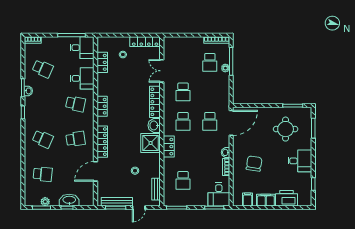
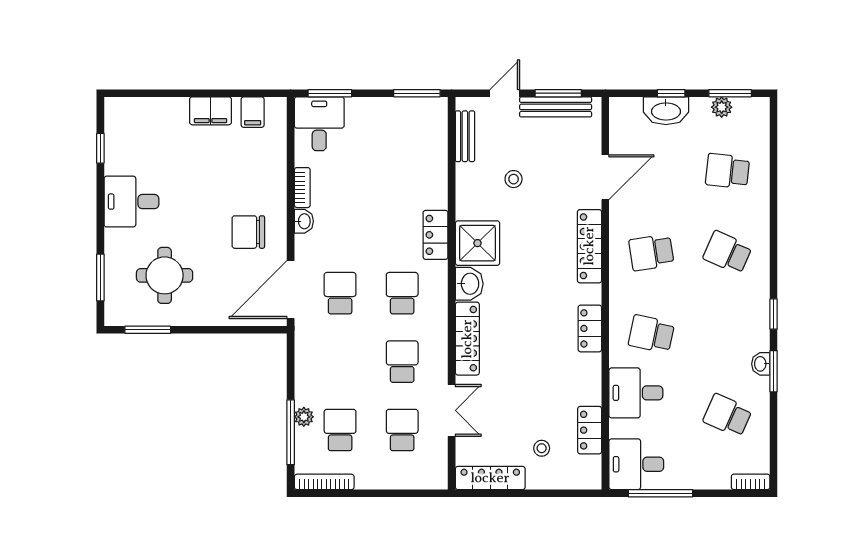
chair: (254, 164) -> (248, 232), moved, turned 81
school desk: (183, 180) -> (402, 430), moved
printer: (287, 198) -> (162, 115), removed

